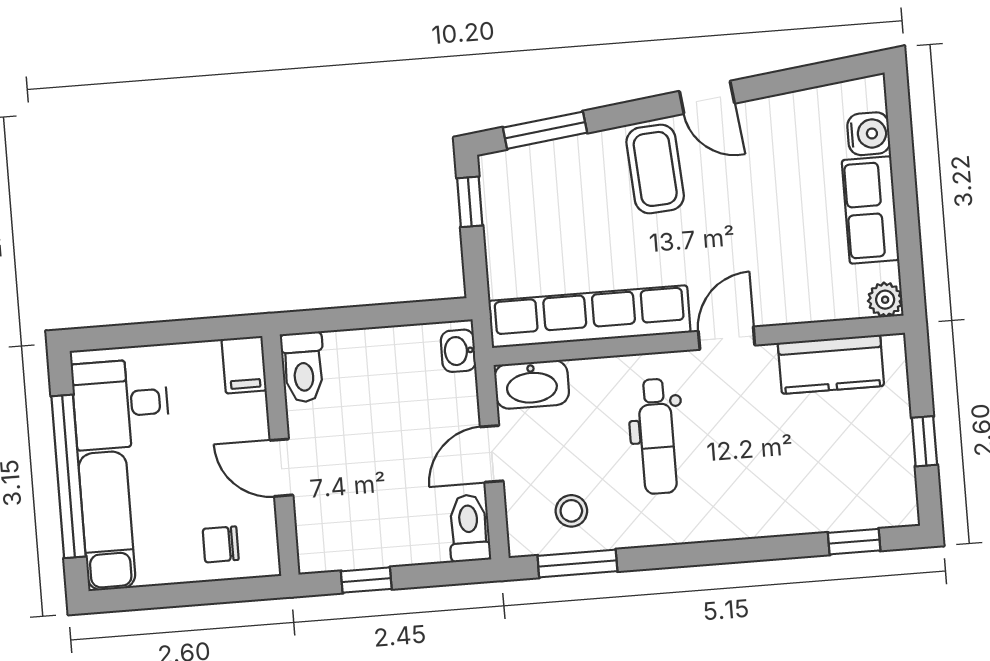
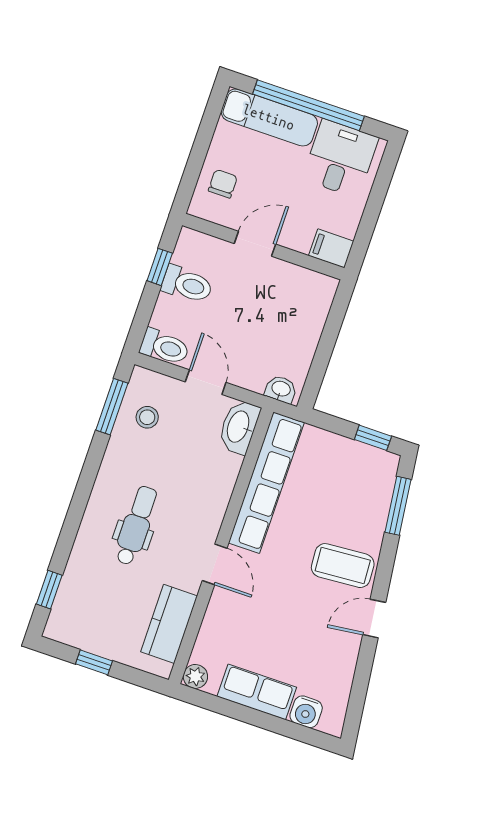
toilet: (303, 367) -> (187, 284), moved, turned 180
dental chair: (657, 436) -> (136, 526), moved, turned 90

